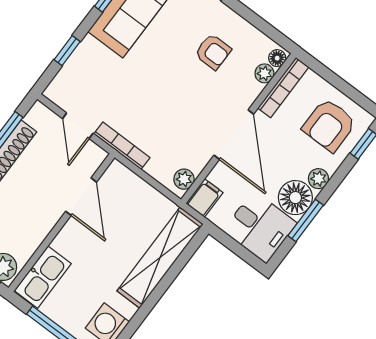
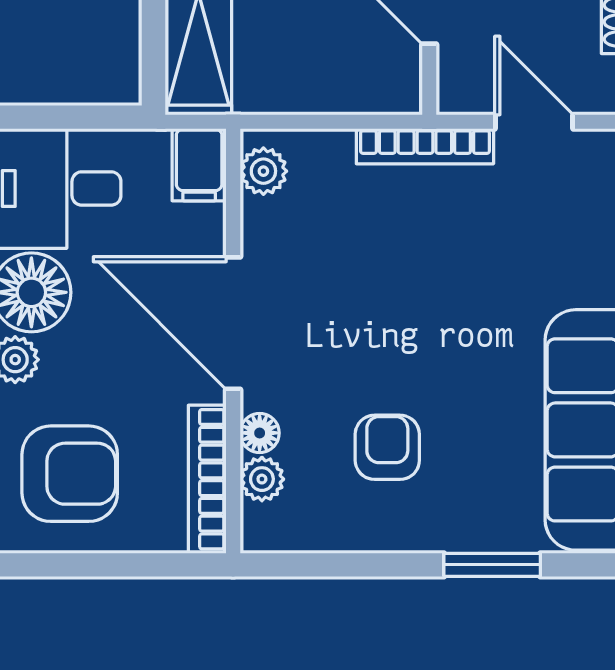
armchair: (213, 52) -> (387, 447), turned 90
floor lamp: (277, 58) -> (260, 433), moved
armchair: (329, 125) -> (70, 474), turned 90

